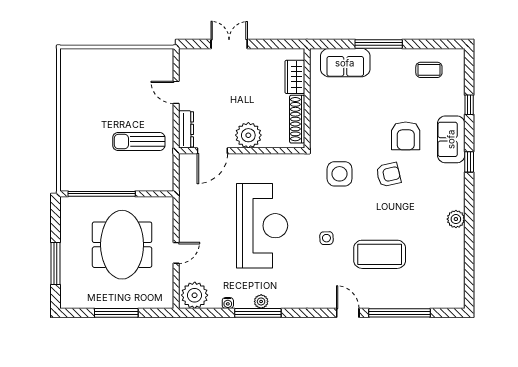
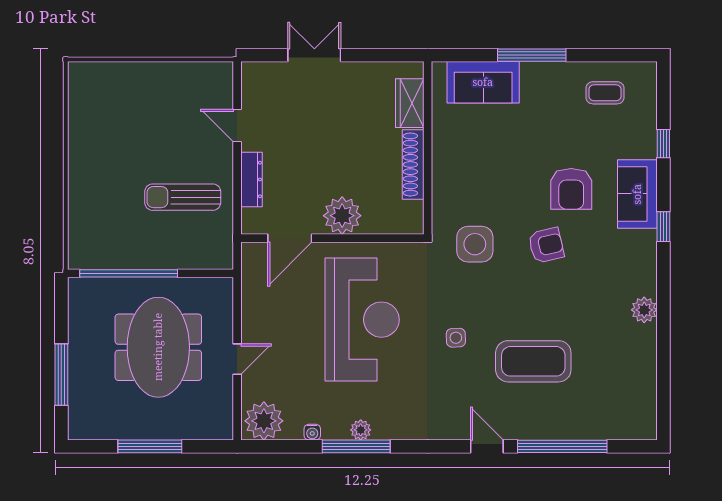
plant: (248, 135) -> (342, 216), moved
door: (212, 151) -> (290, 238), moved
wall: (242, 151) -> (332, 238), moved

